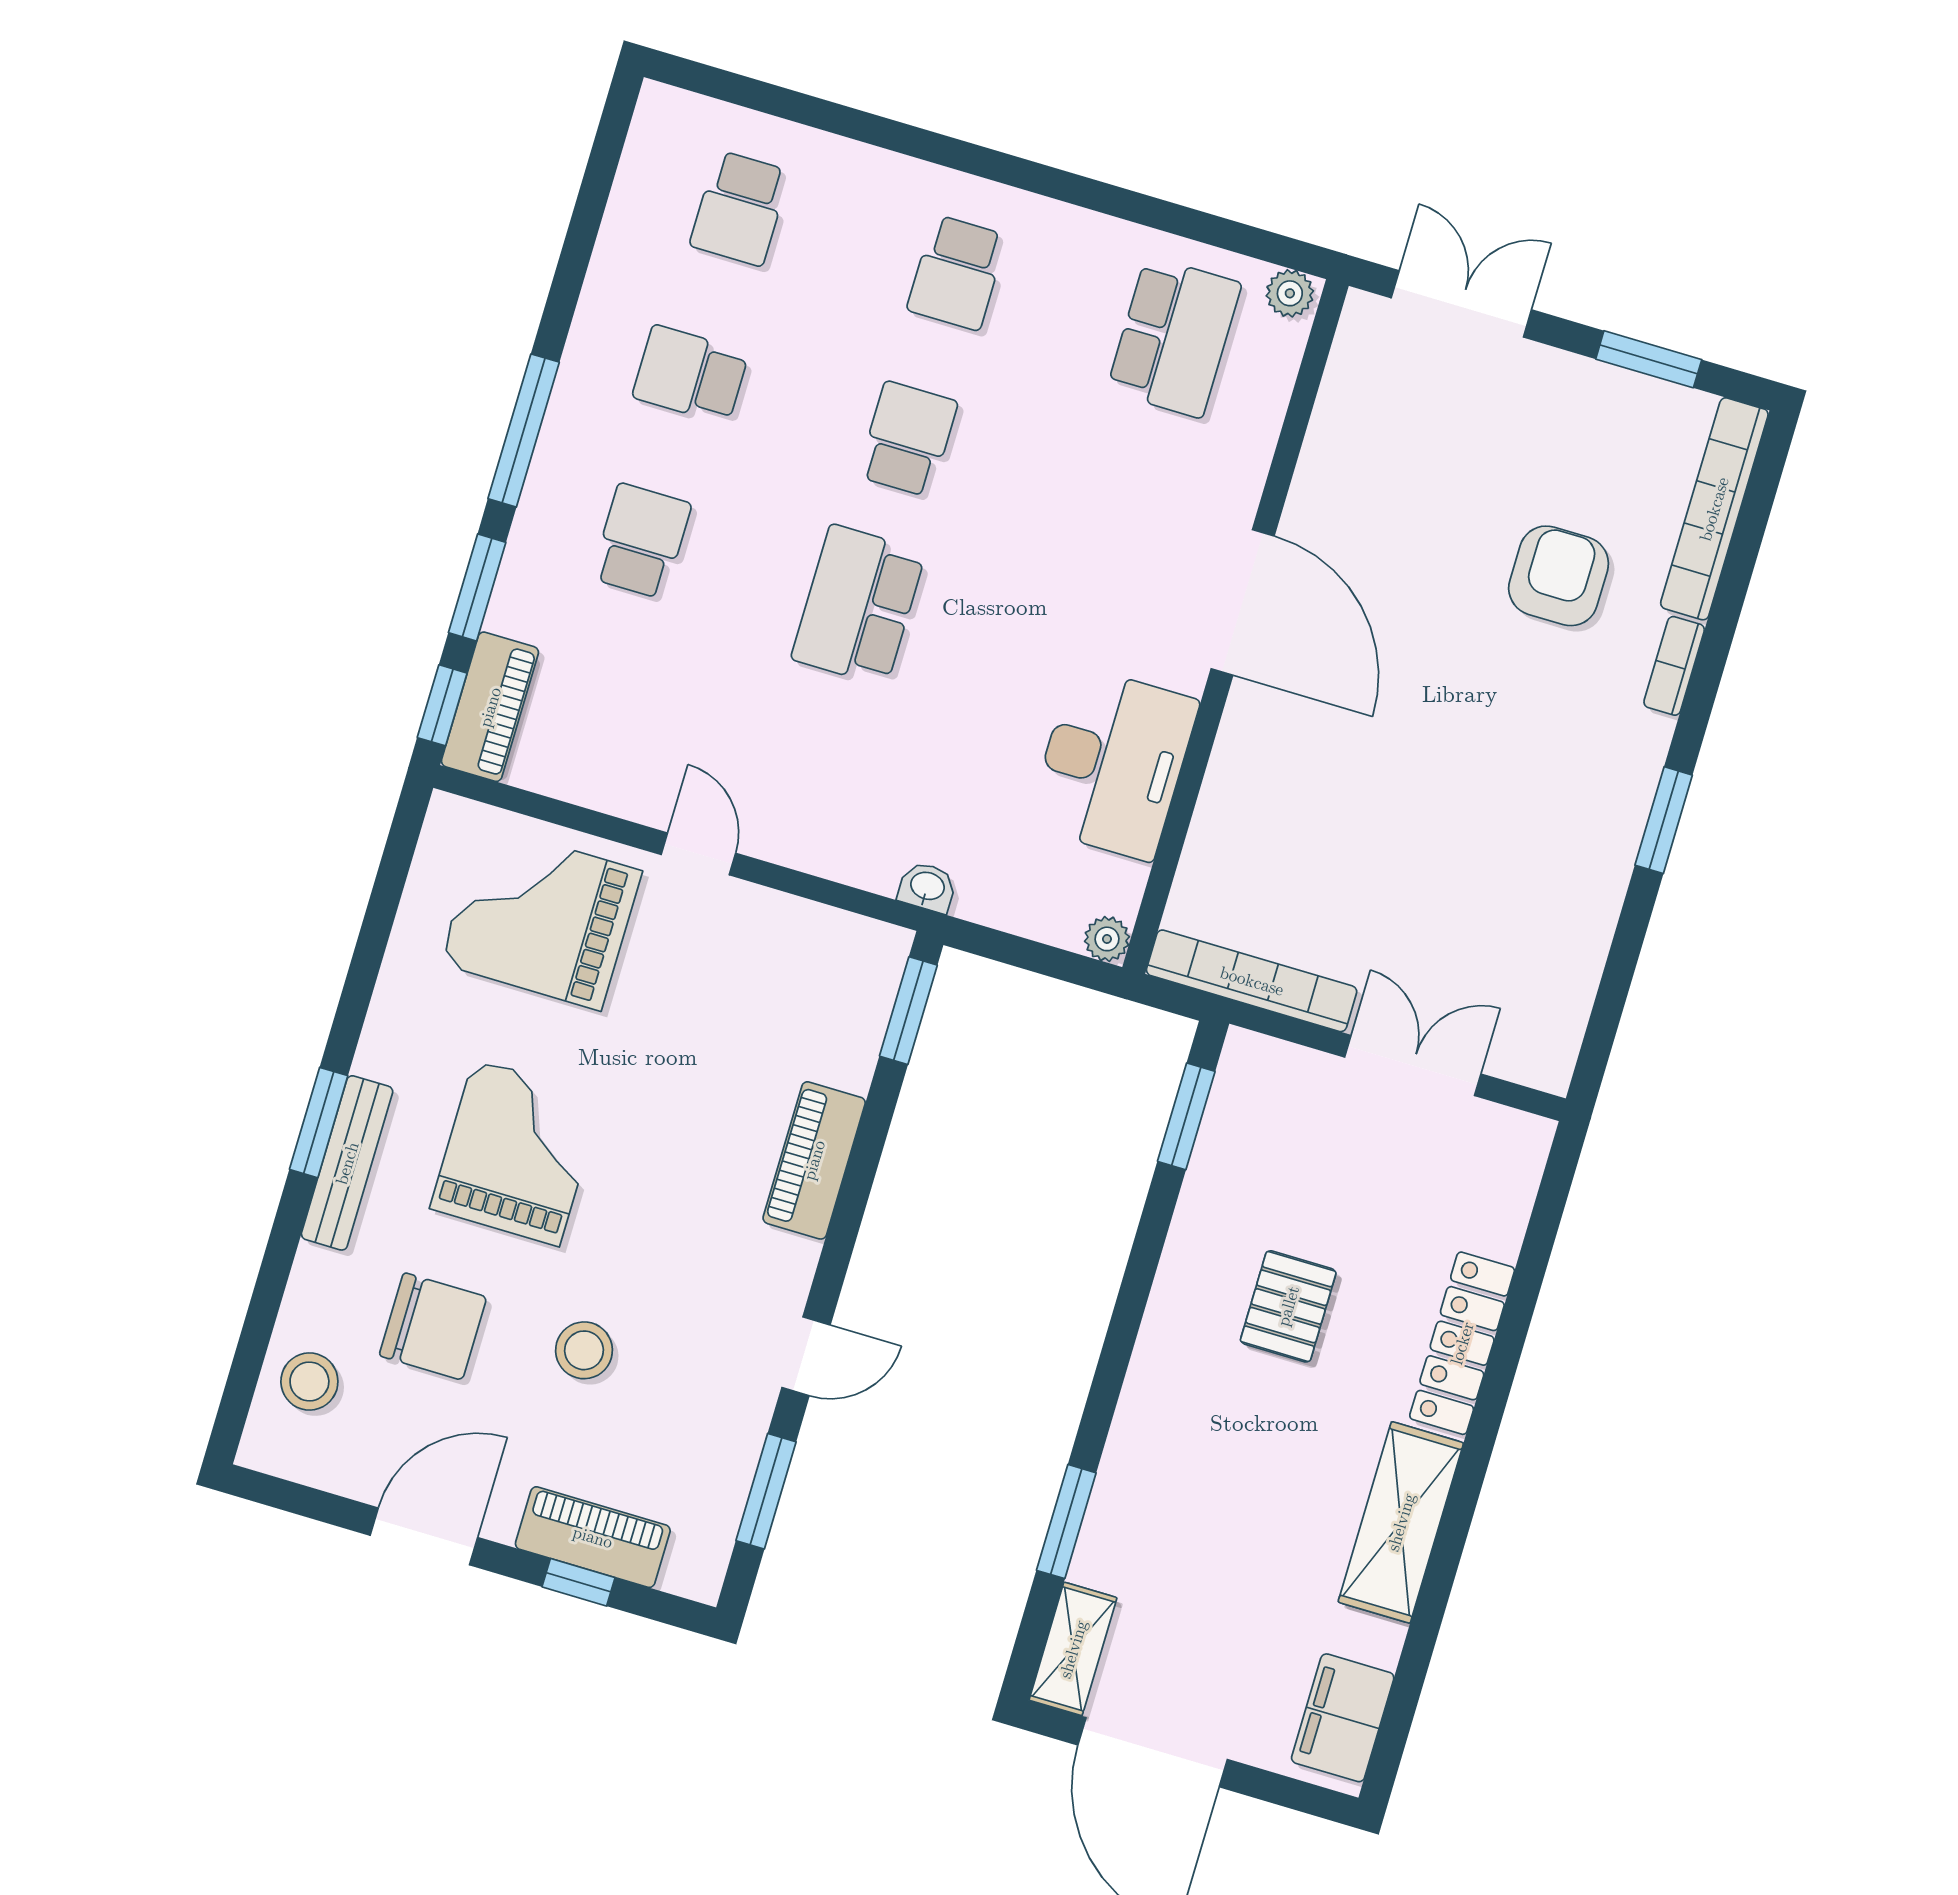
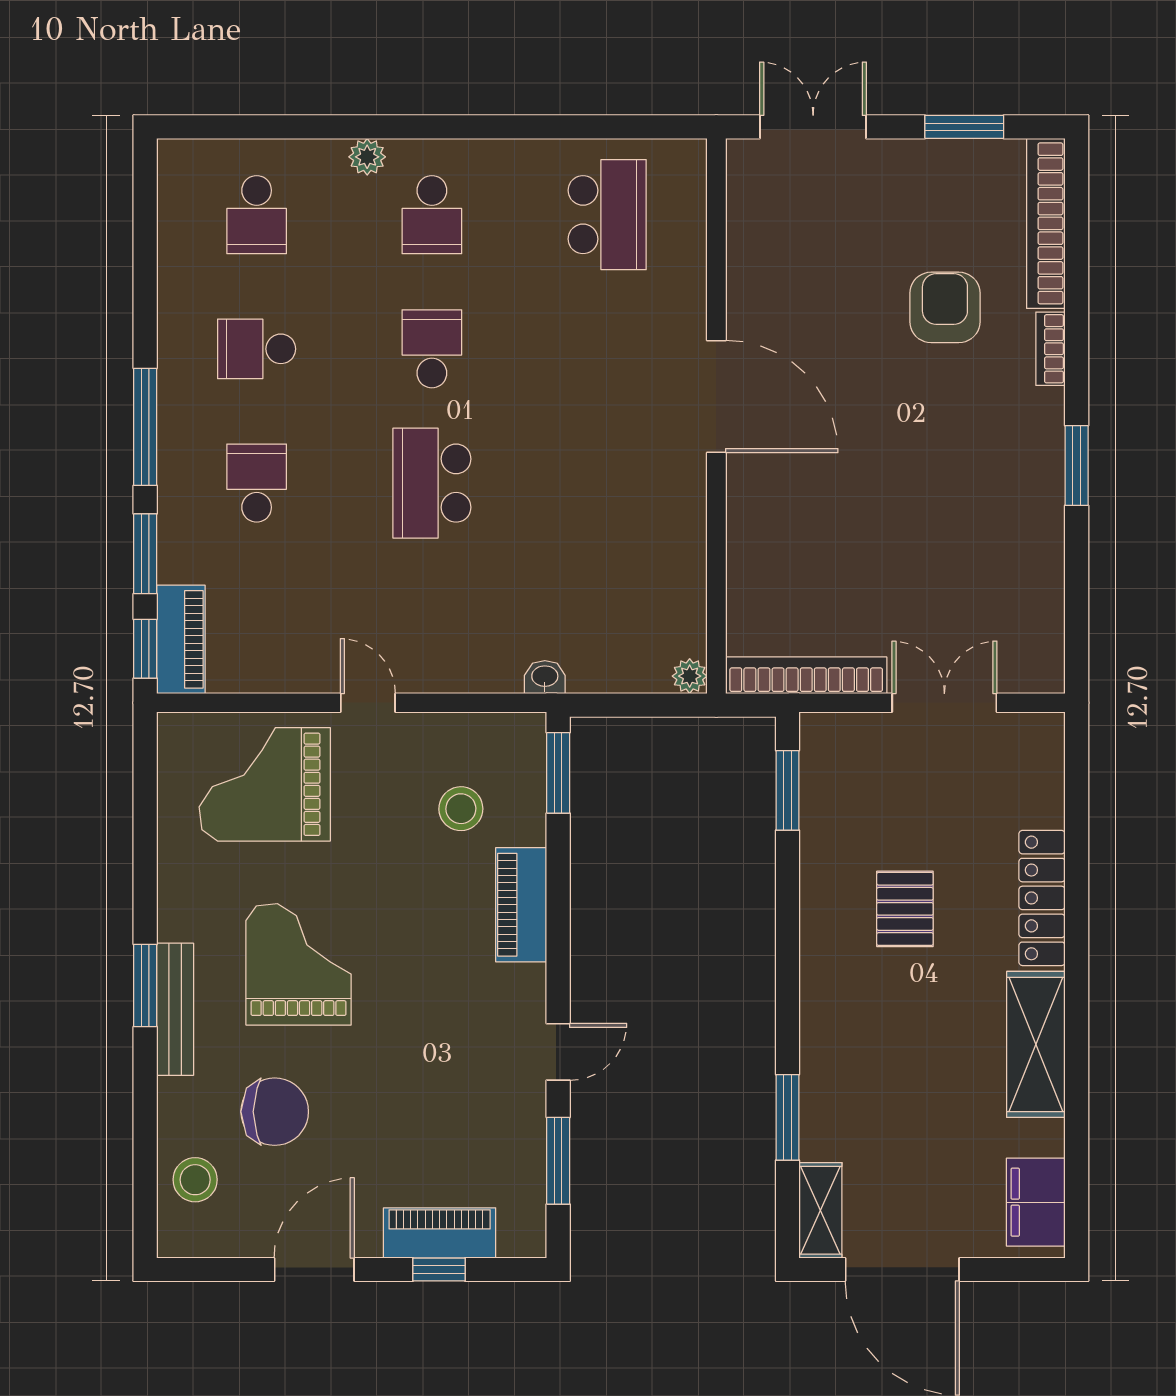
plant: (1290, 293) -> (367, 157), moved
desk: (1113, 763) -> (655, 544), removed
stool: (584, 1350) -> (461, 809), moved

